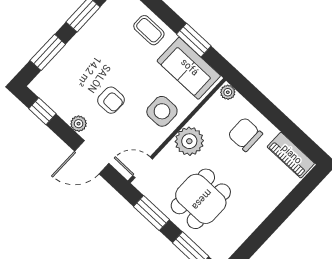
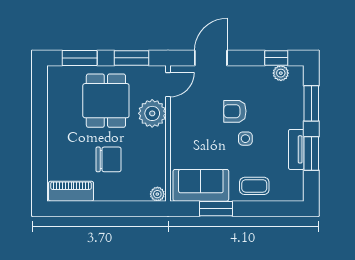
tv unit: (92, 28) -> (296, 149), added
side table: (162, 111) -> (245, 139), moved, width x0.54, depth x0.54
plant: (79, 124) -> (281, 73), moved
chair: (245, 134) -> (109, 159), moved
plant: (189, 141) -> (152, 113), moved

